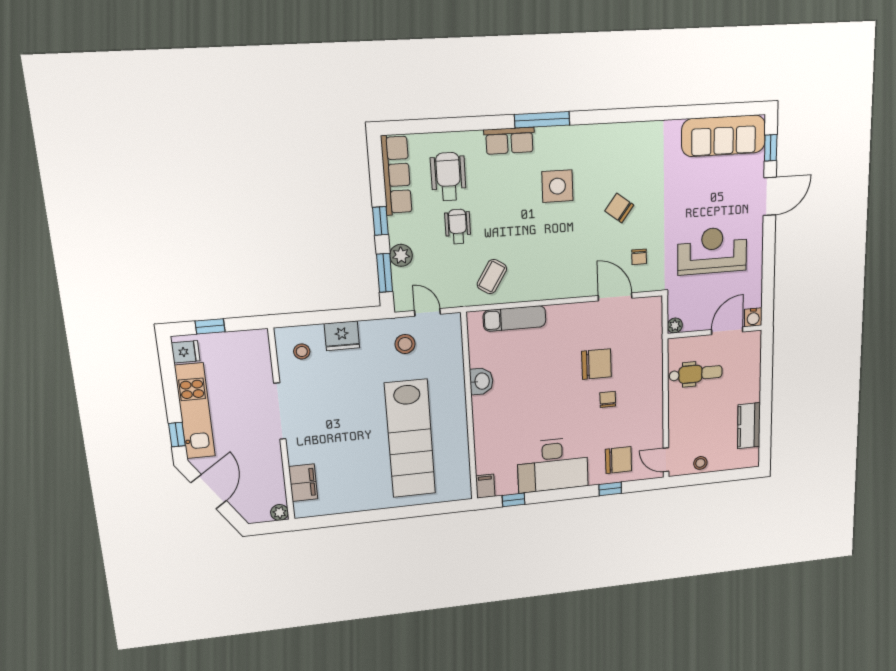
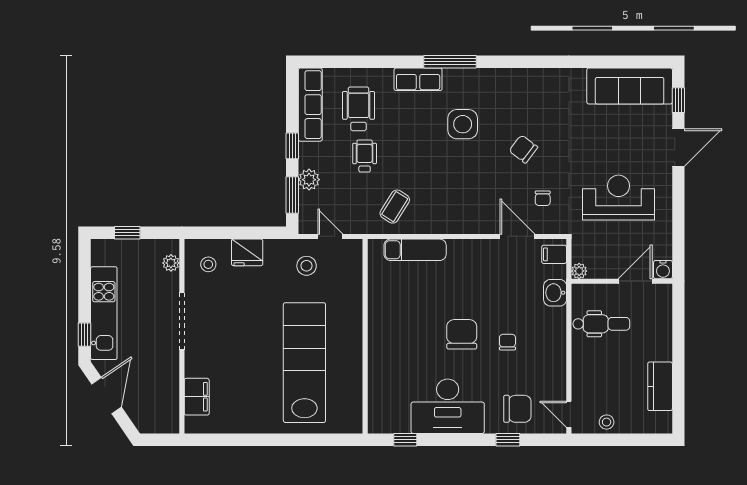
fridge: (186, 352) -> (102, 255), removed
chair: (596, 364) -> (462, 334), moved, turned -90
washbasin: (481, 381) -> (555, 293), moved, turned 180
lab bench: (410, 439) -> (304, 363), turned 180
filing cabinet: (485, 486) -> (554, 254), moved, turned -90
plant: (280, 512) -> (171, 263), moved

